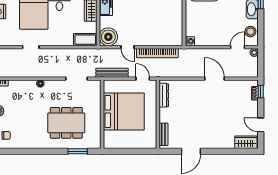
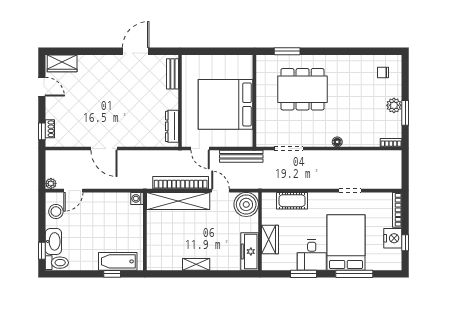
shelving: (159, 39) -> (178, 201), added
cot: (85, 40) -> (292, 201), moved

